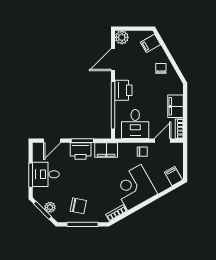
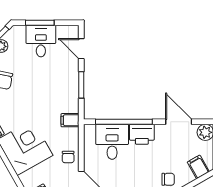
desk: (135, 124) -> (112, 142), moved, turned 90
filing cabinet: (106, 150) -> (70, 120), width x0.50
printer: (81, 151) -> (69, 83), removed

